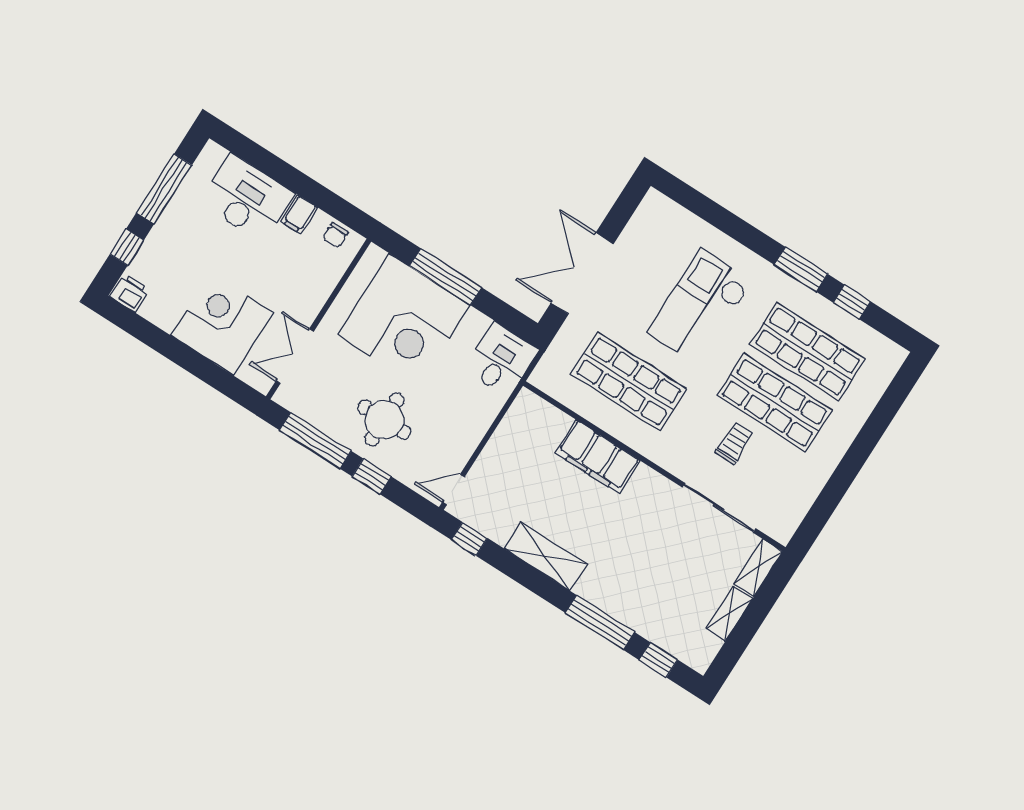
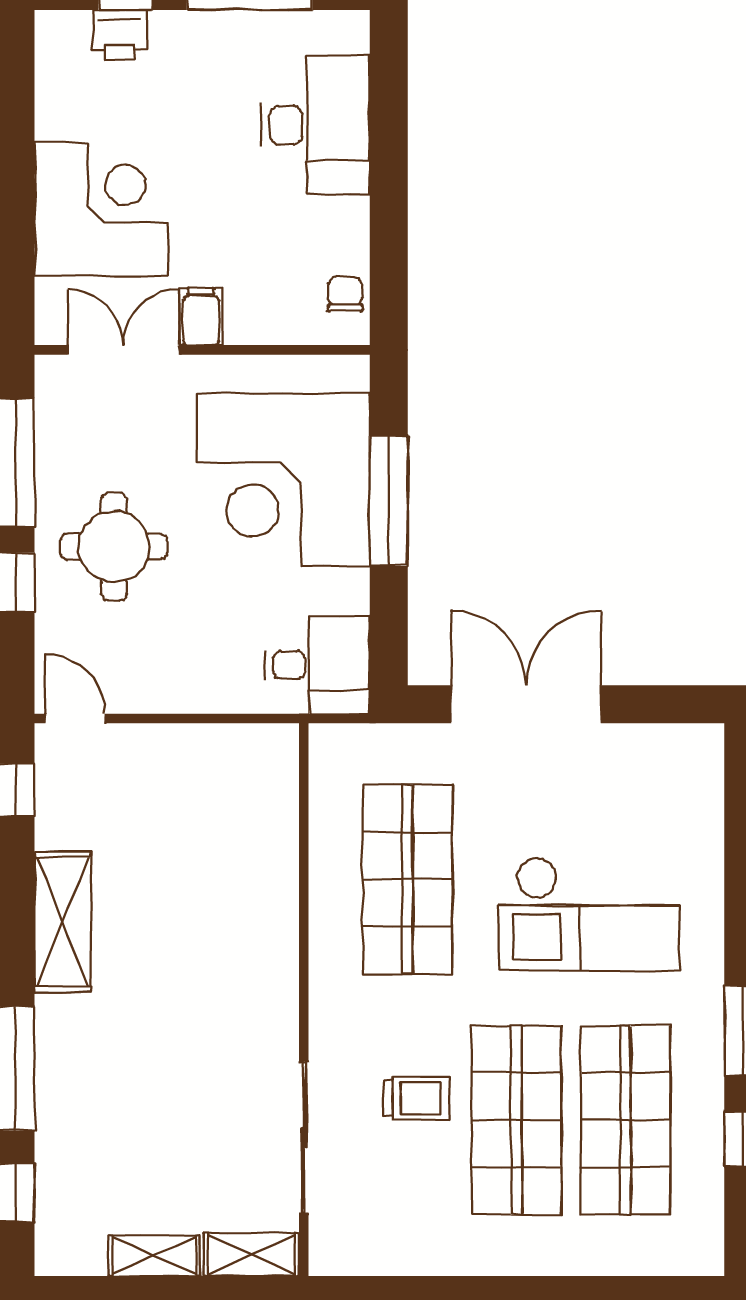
filing cabinet: (299, 214) -> (201, 317), moved, turned 90
chair: (335, 235) -> (345, 294), turned 90
printer: (130, 293) -> (120, 35), moved, turned 90
checkout: (700, 307) -> (589, 914), turned 180
filing cabinet: (598, 457) -> (264, 905), removed

